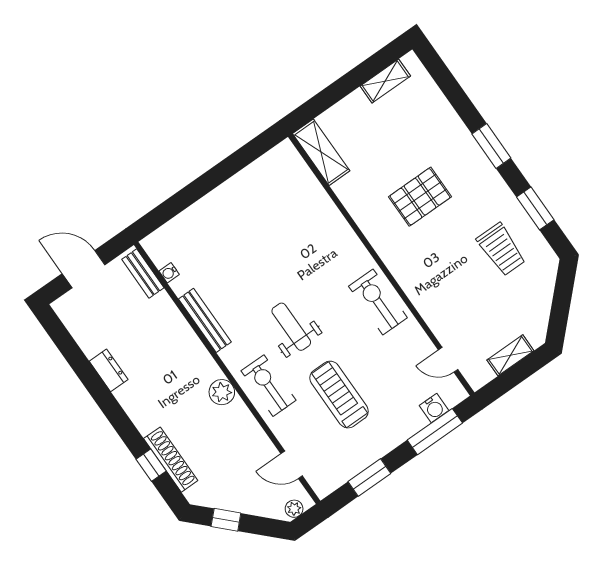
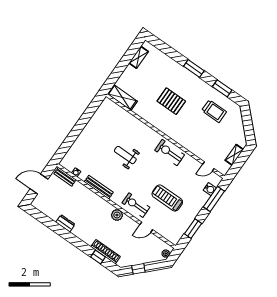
pallet: (420, 197) -> (171, 101), turned 90
weight bench: (291, 327) -> (125, 155), moved
door: (292, 465) -> (146, 227), moved

